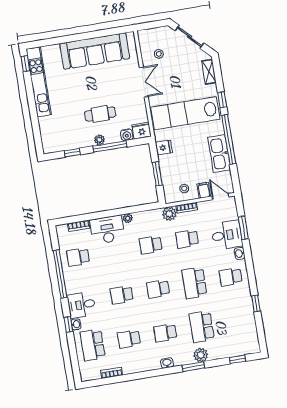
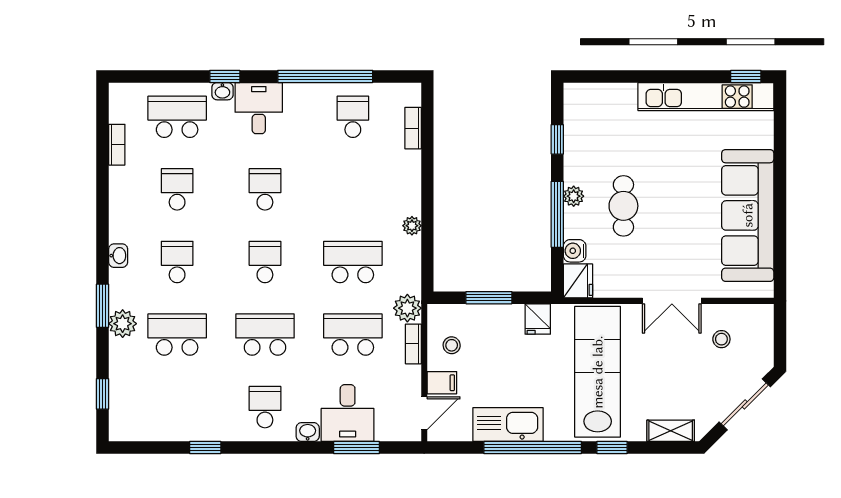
desk: (107, 230) -> (396, 183), removed
school desk: (187, 239) -> (353, 335), width x1.85
school desk: (151, 245) -> (353, 262), width x1.85

